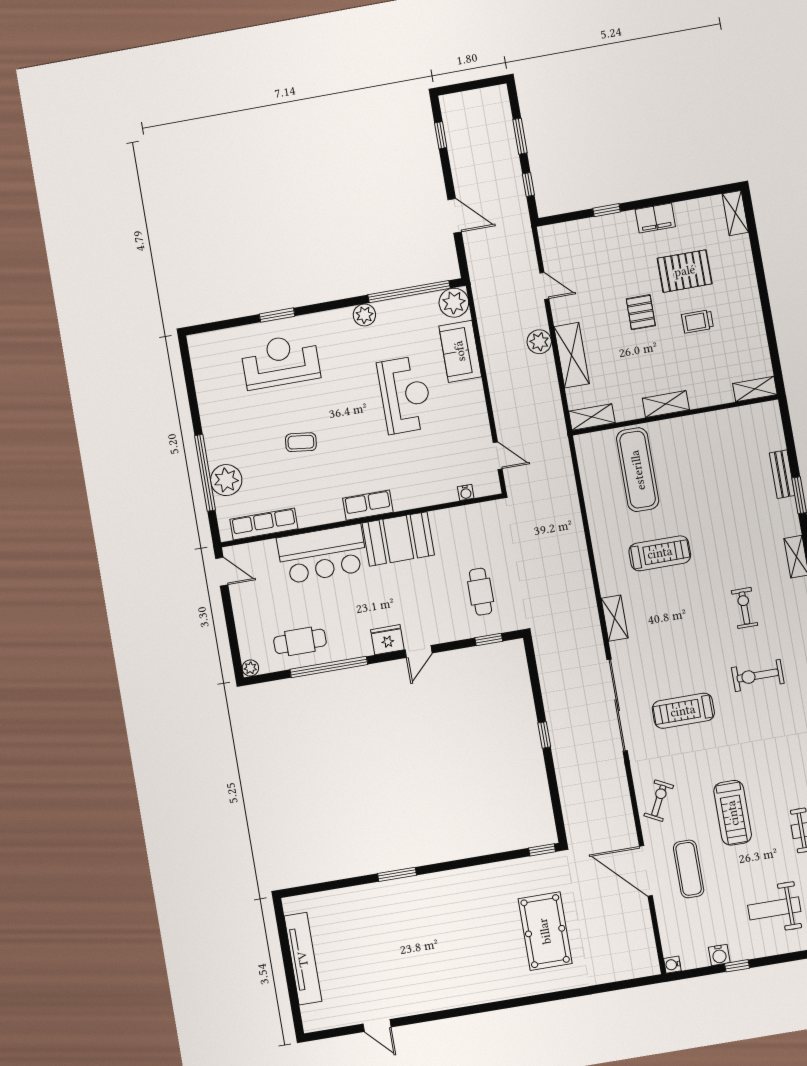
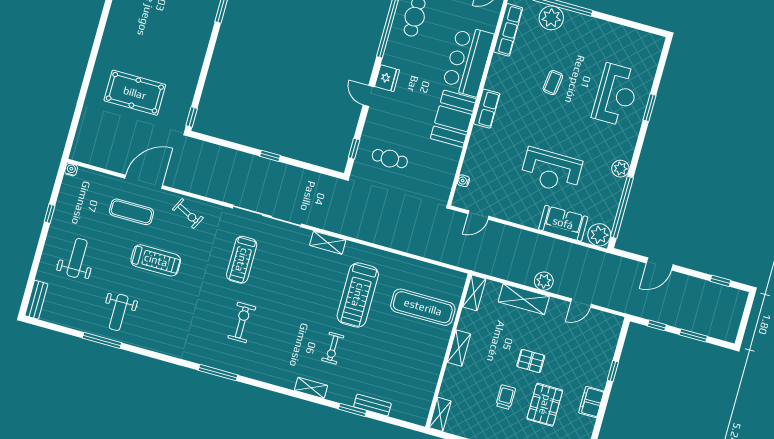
treadmill: (660, 553) -> (358, 295), width x1.37, depth x1.38
exercise bike: (744, 608) -> (333, 348), moved, turned 90
treadmill: (683, 711) -> (242, 260), turned 180
treadmill: (733, 813) -> (156, 260), turned 180
water cooler: (719, 955) -> (63, 205), removed

